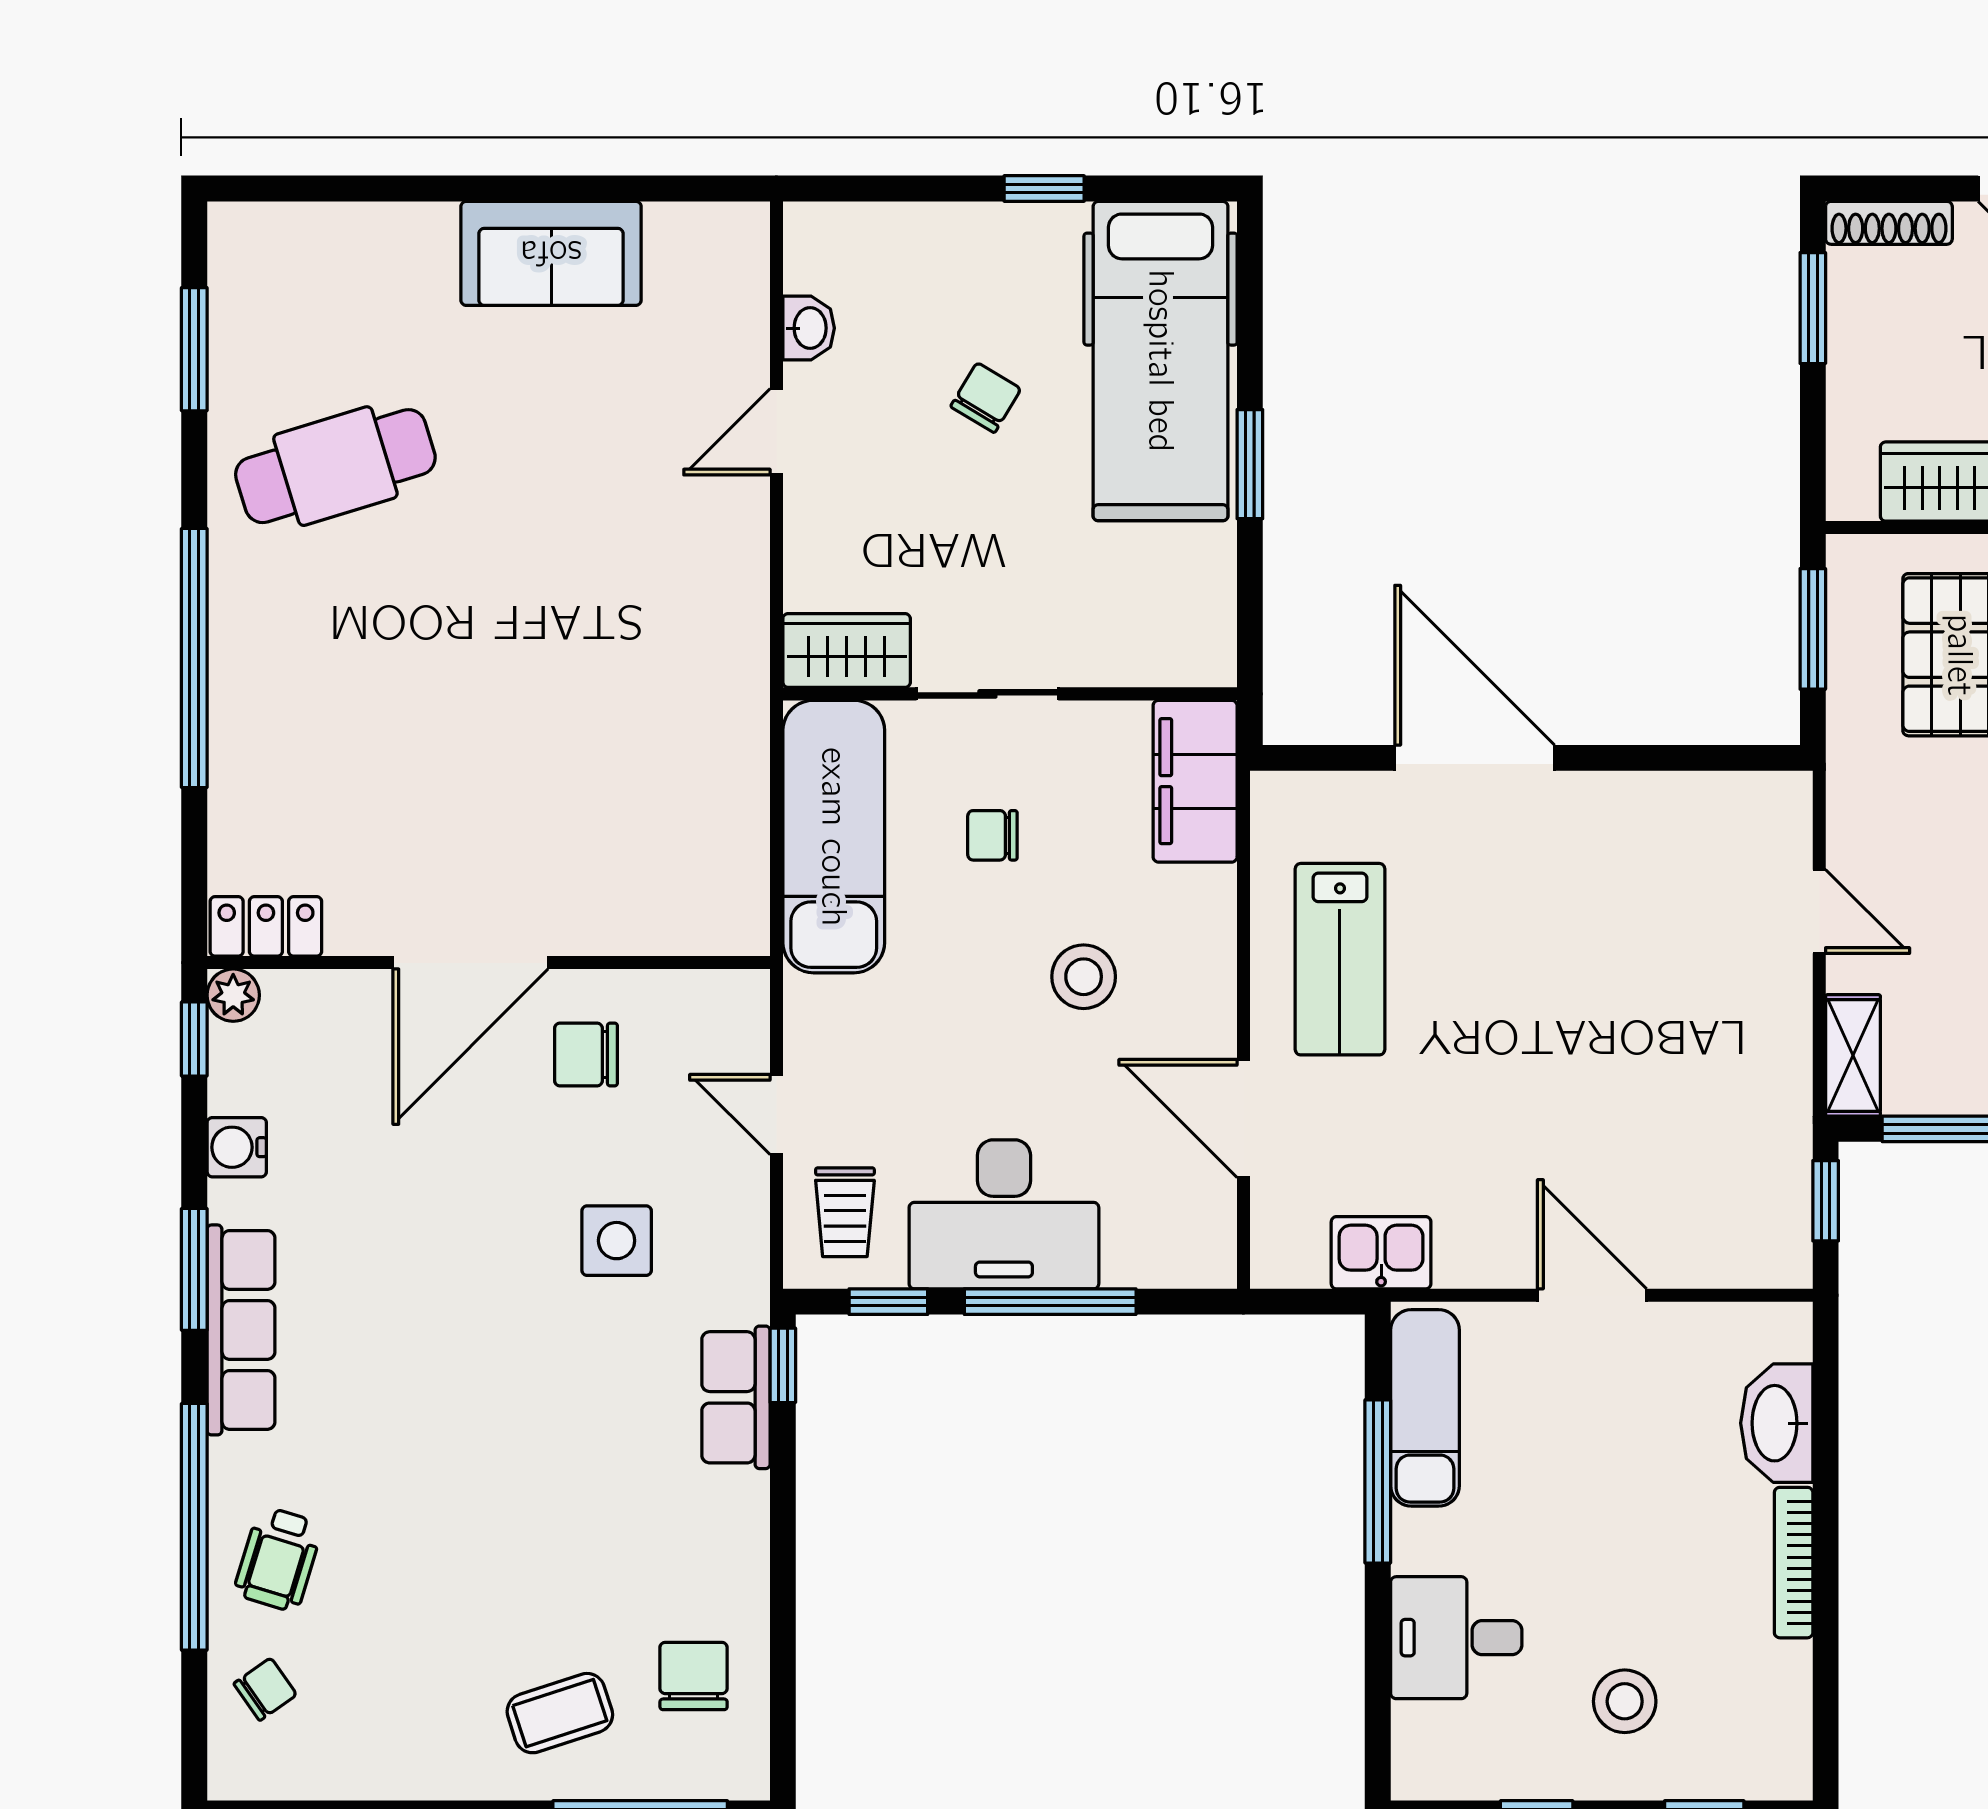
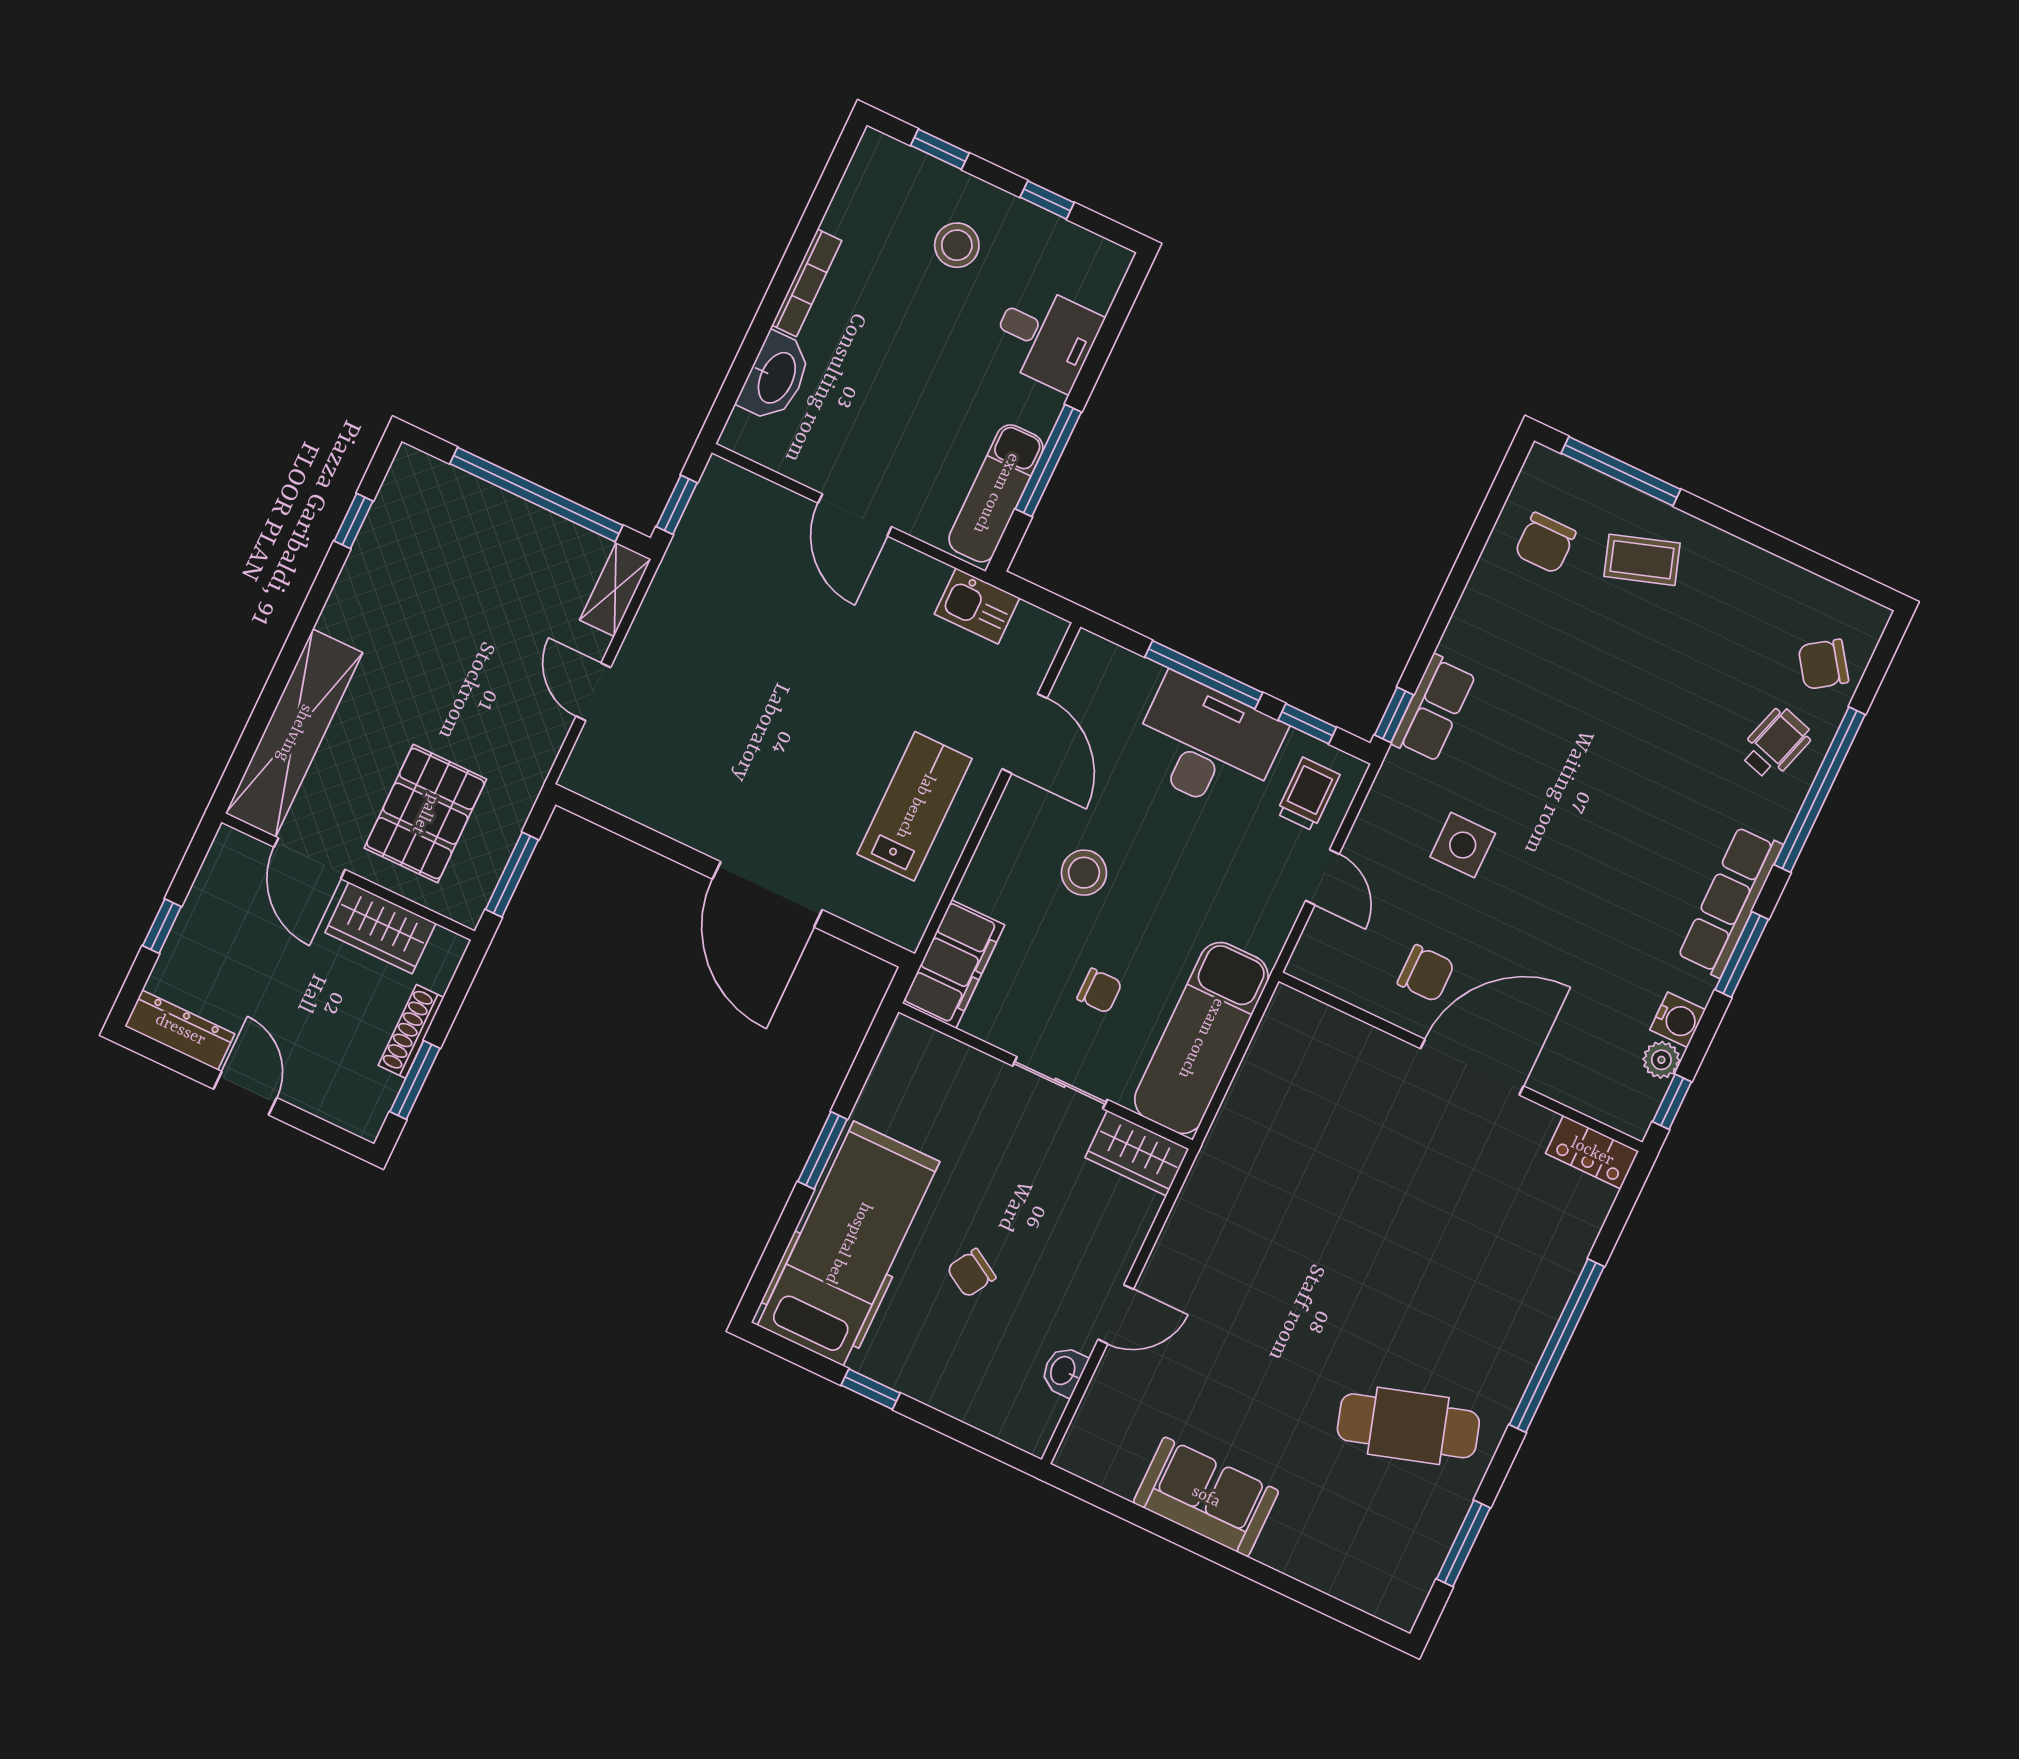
shoe rack: (1889, 223) -> (411, 1031), moved, turned -90
plant: (233, 995) -> (1661, 1060), moved
chair: (265, 1689) -> (1823, 664), width x1.37, depth x1.37

